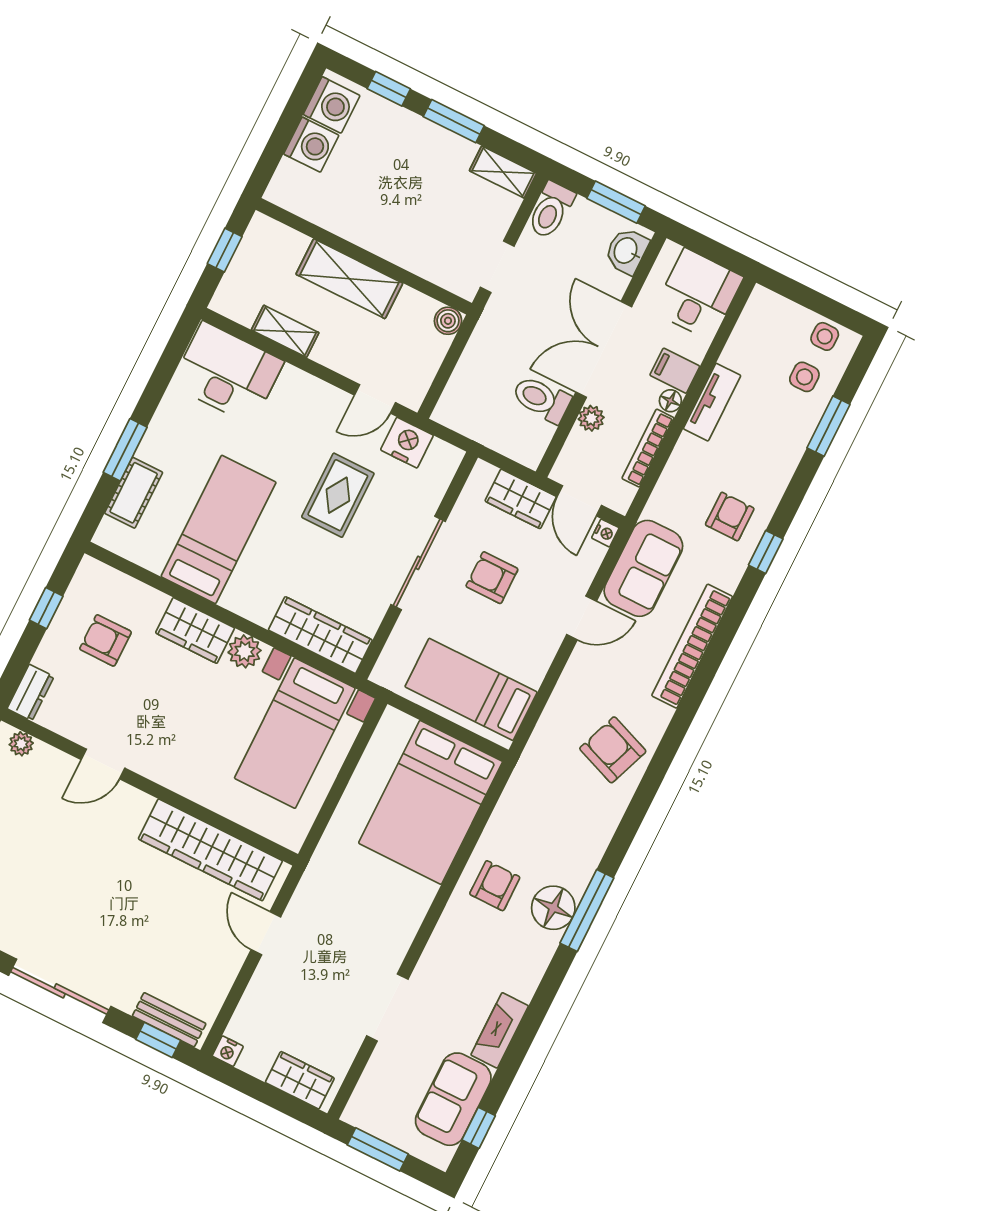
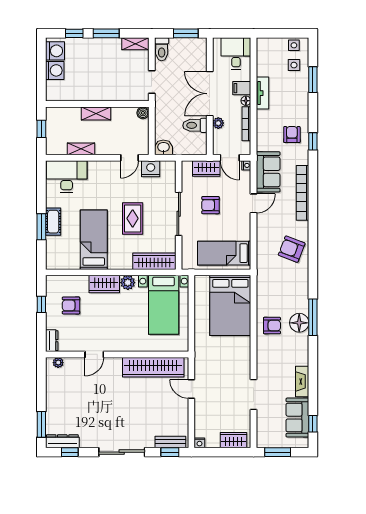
washbasin: (626, 251) -> (163, 147), moved, turned 90
shelving: (349, 279) -> (96, 113), width x0.67, depth x0.75
cot: (134, 493) -> (53, 222), moved
rug: (338, 495) -> (133, 218), moved
armchair: (495, 886) -> (272, 326), turned 90

